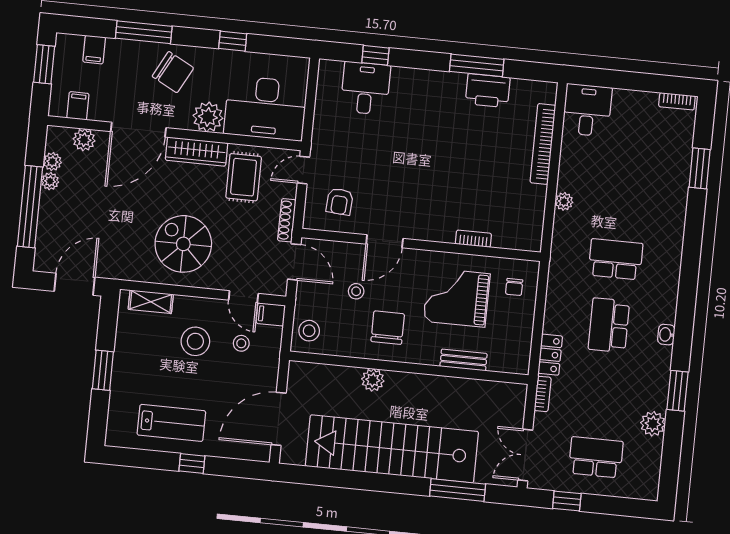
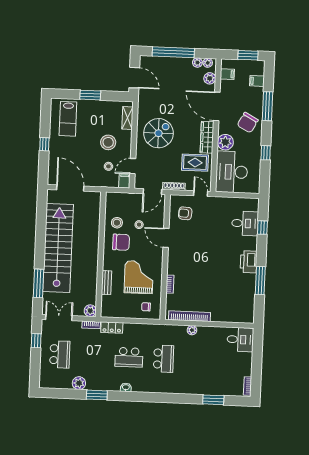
printer: (488, 91) -> (249, 262), moved
bookcase: (543, 144) -> (189, 316), moved
plant: (50, 181) -> (208, 63), moved
school desk: (609, 325) -> (129, 357), turned 180
stool: (309, 331) -> (117, 223), moved
plant: (373, 380) -> (90, 311), moved
lab bench: (171, 423) -> (68, 119), moved

